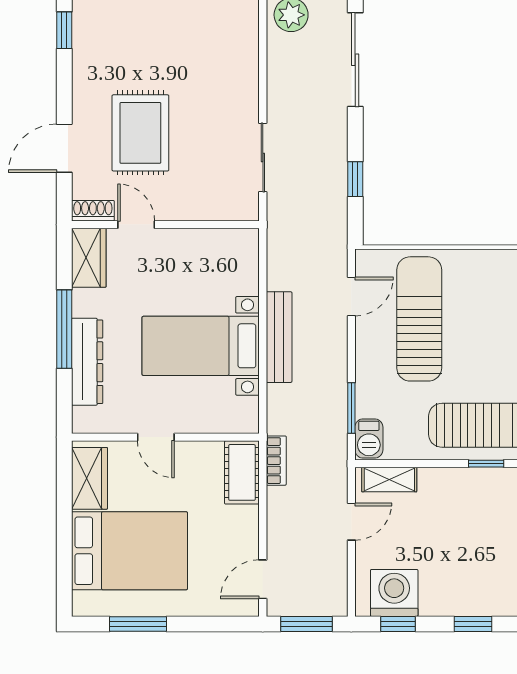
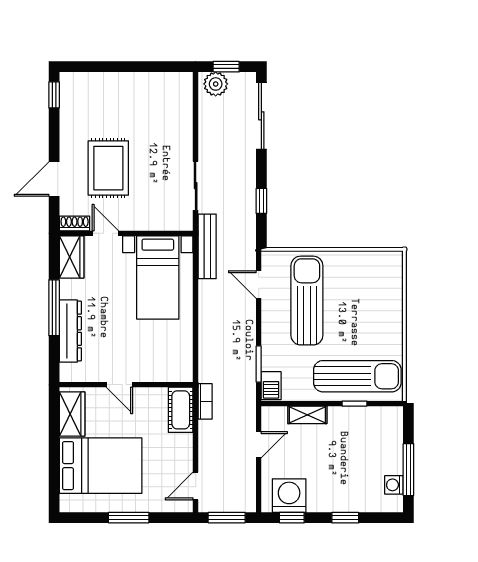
door: (351, 296) -> (259, 285), swing flipped
bench: (279, 337) -> (207, 246), moved
bed with nightstands: (201, 346) -> (158, 278), moved, turned -90
shelving: (389, 480) -> (307, 415), moved
window: (138, 624) -> (129, 518), moved

